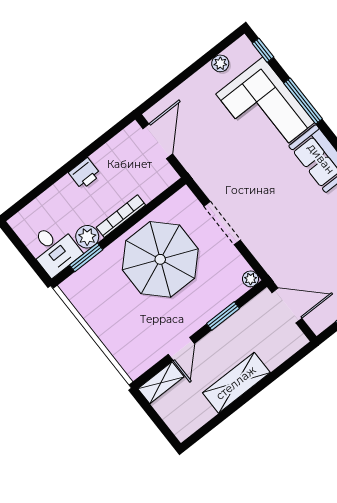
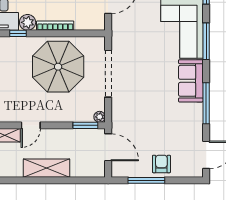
doorway: (222, 223) -> (108, 74), width x1.36
window: (86, 257) -> (18, 33), width x0.67
window: (223, 316) -> (85, 125), moved

